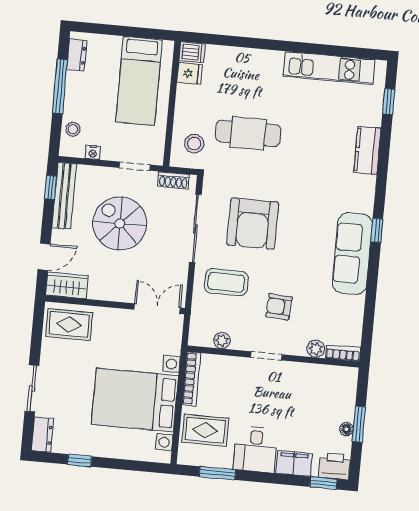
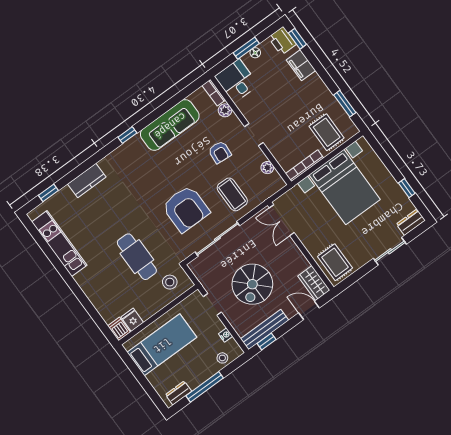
shoe rack: (173, 180) -> (201, 275), removed
armchair: (253, 224) -> (186, 209), turned 90
sofa: (352, 254) -> (170, 125), moved
desk: (256, 449) -> (236, 81), moved, turned -90

